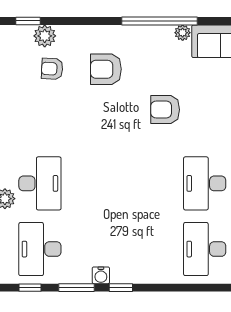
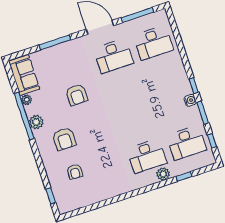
plant: (45, 36) -> (36, 122), moved
desk: (40, 183) -> (147, 156), turned 180

